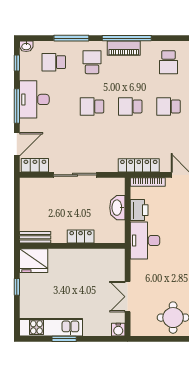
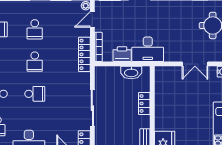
school desk: (92, 106) -> (35, 94), turned -90
washbasin: (117, 208) -> (131, 73), moved

